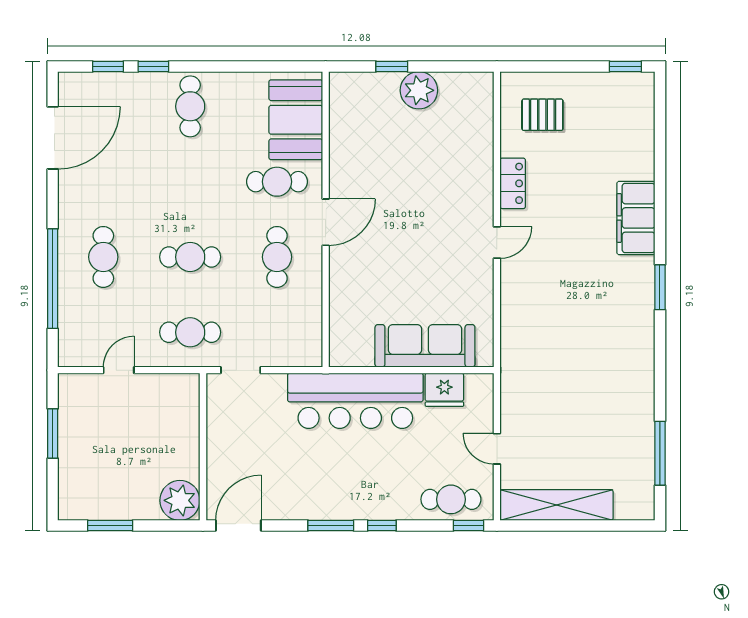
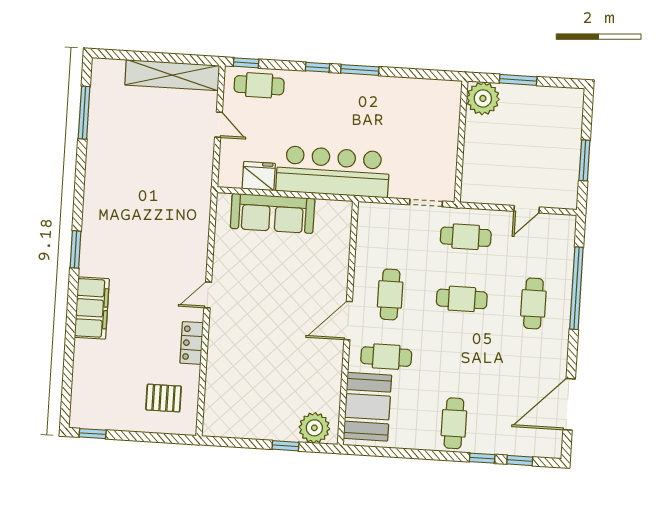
plant: (419, 90) -> (314, 428), moved
window: (110, 526) -> (518, 80), moved
door: (238, 526) -> (436, 75), removed

